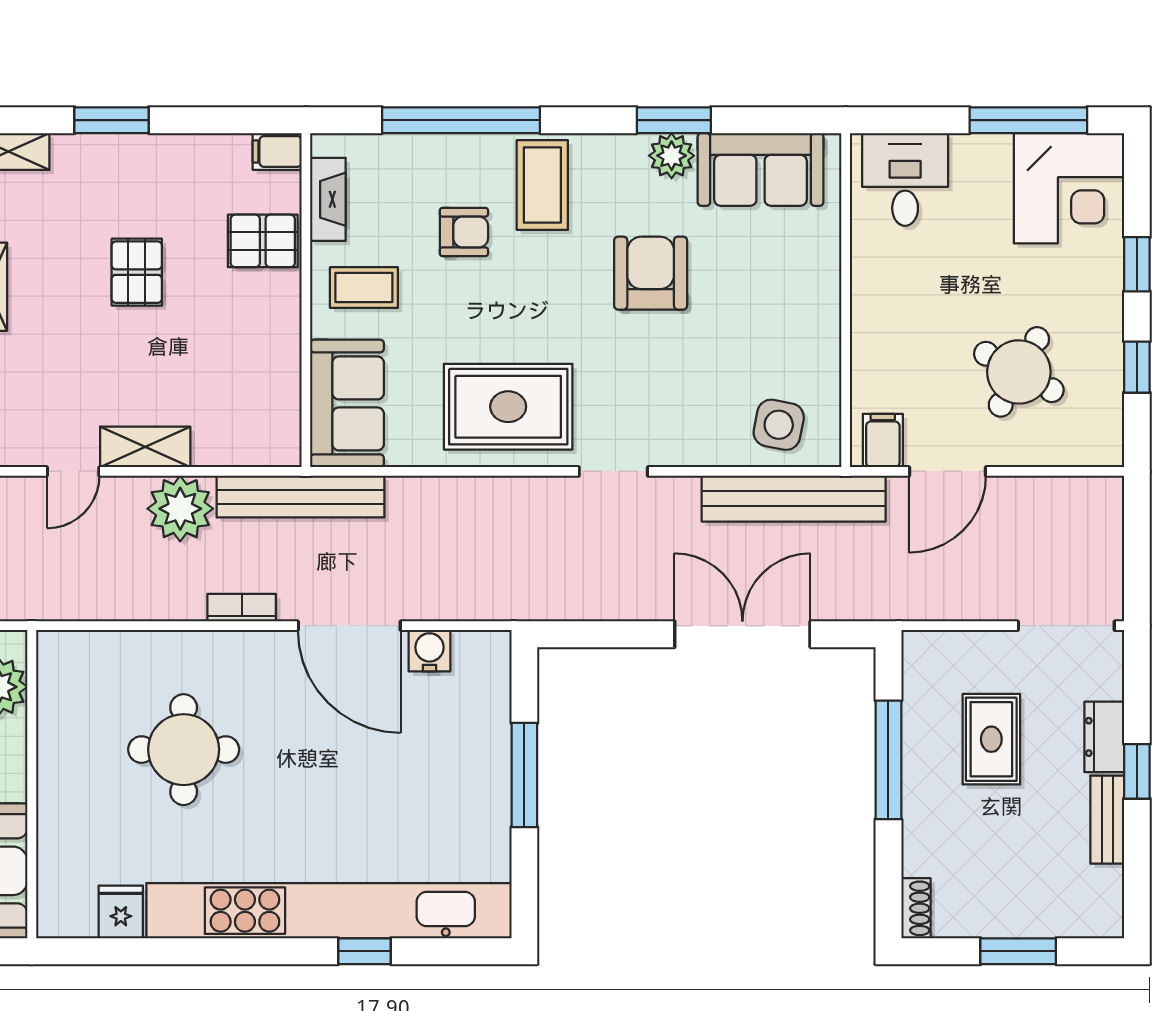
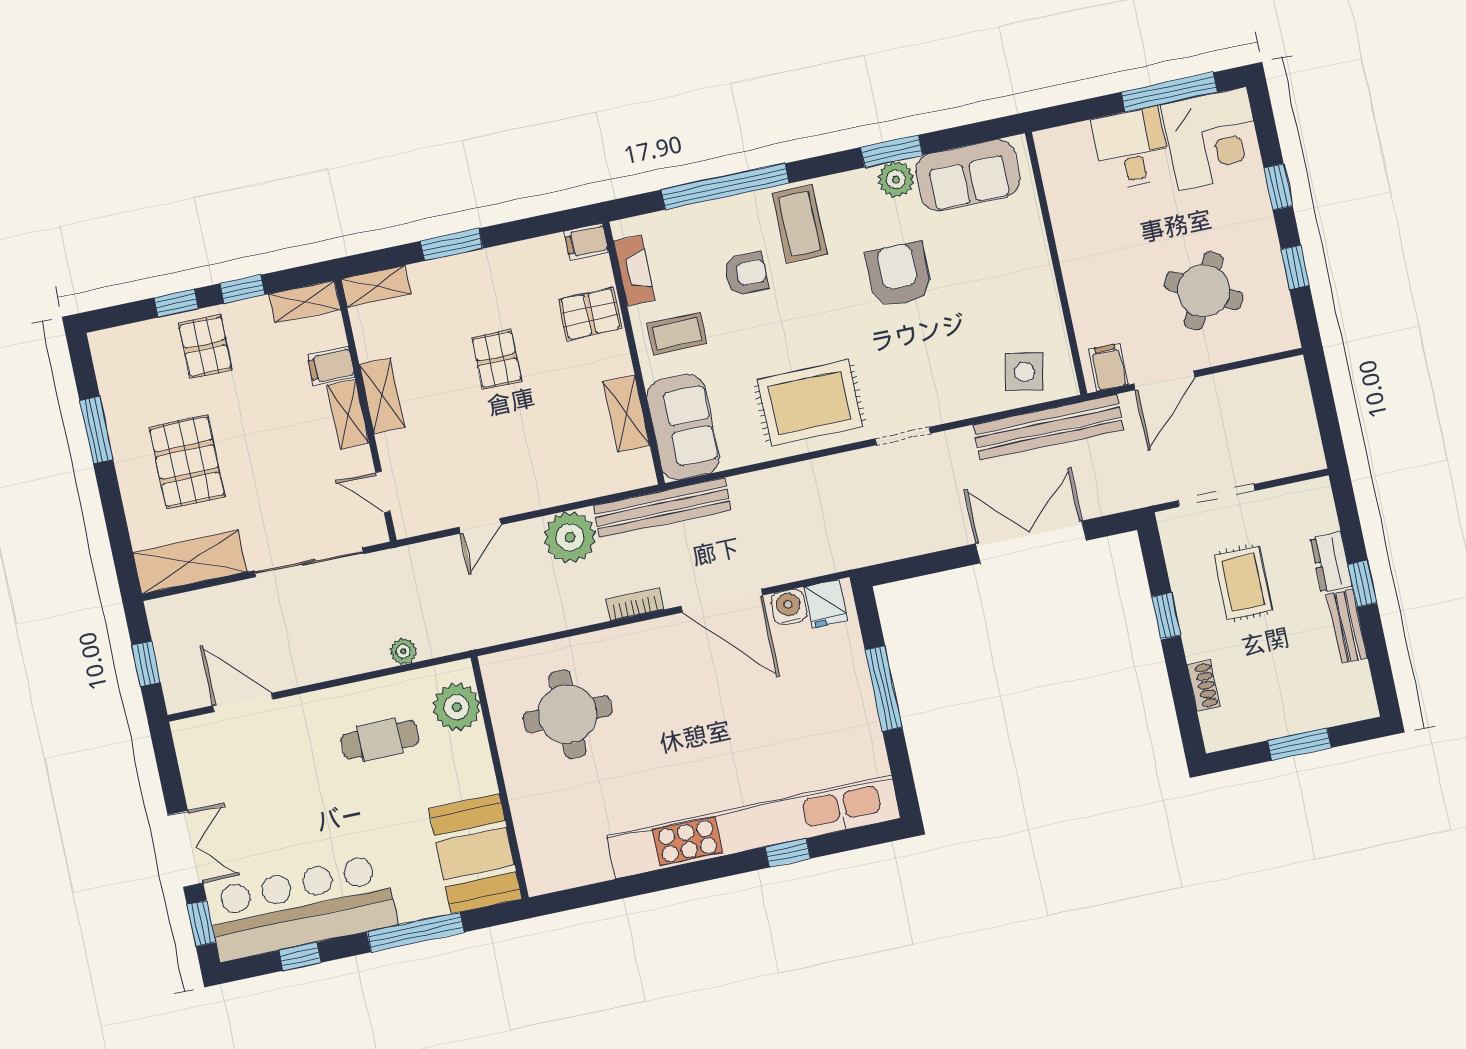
desk: (905, 179) -> (1131, 149), moved
shelving: (145, 447) -> (626, 413), moved, turned 90
doorway: (1066, 626) -> (1216, 496), moved
round table: (184, 750) -> (568, 714), moved
window: (888, 760) -> (1166, 616), width x0.46
shoe rack: (916, 908) -> (1203, 686), moved
fridge: (121, 912) -> (826, 604), moved, turned 180

